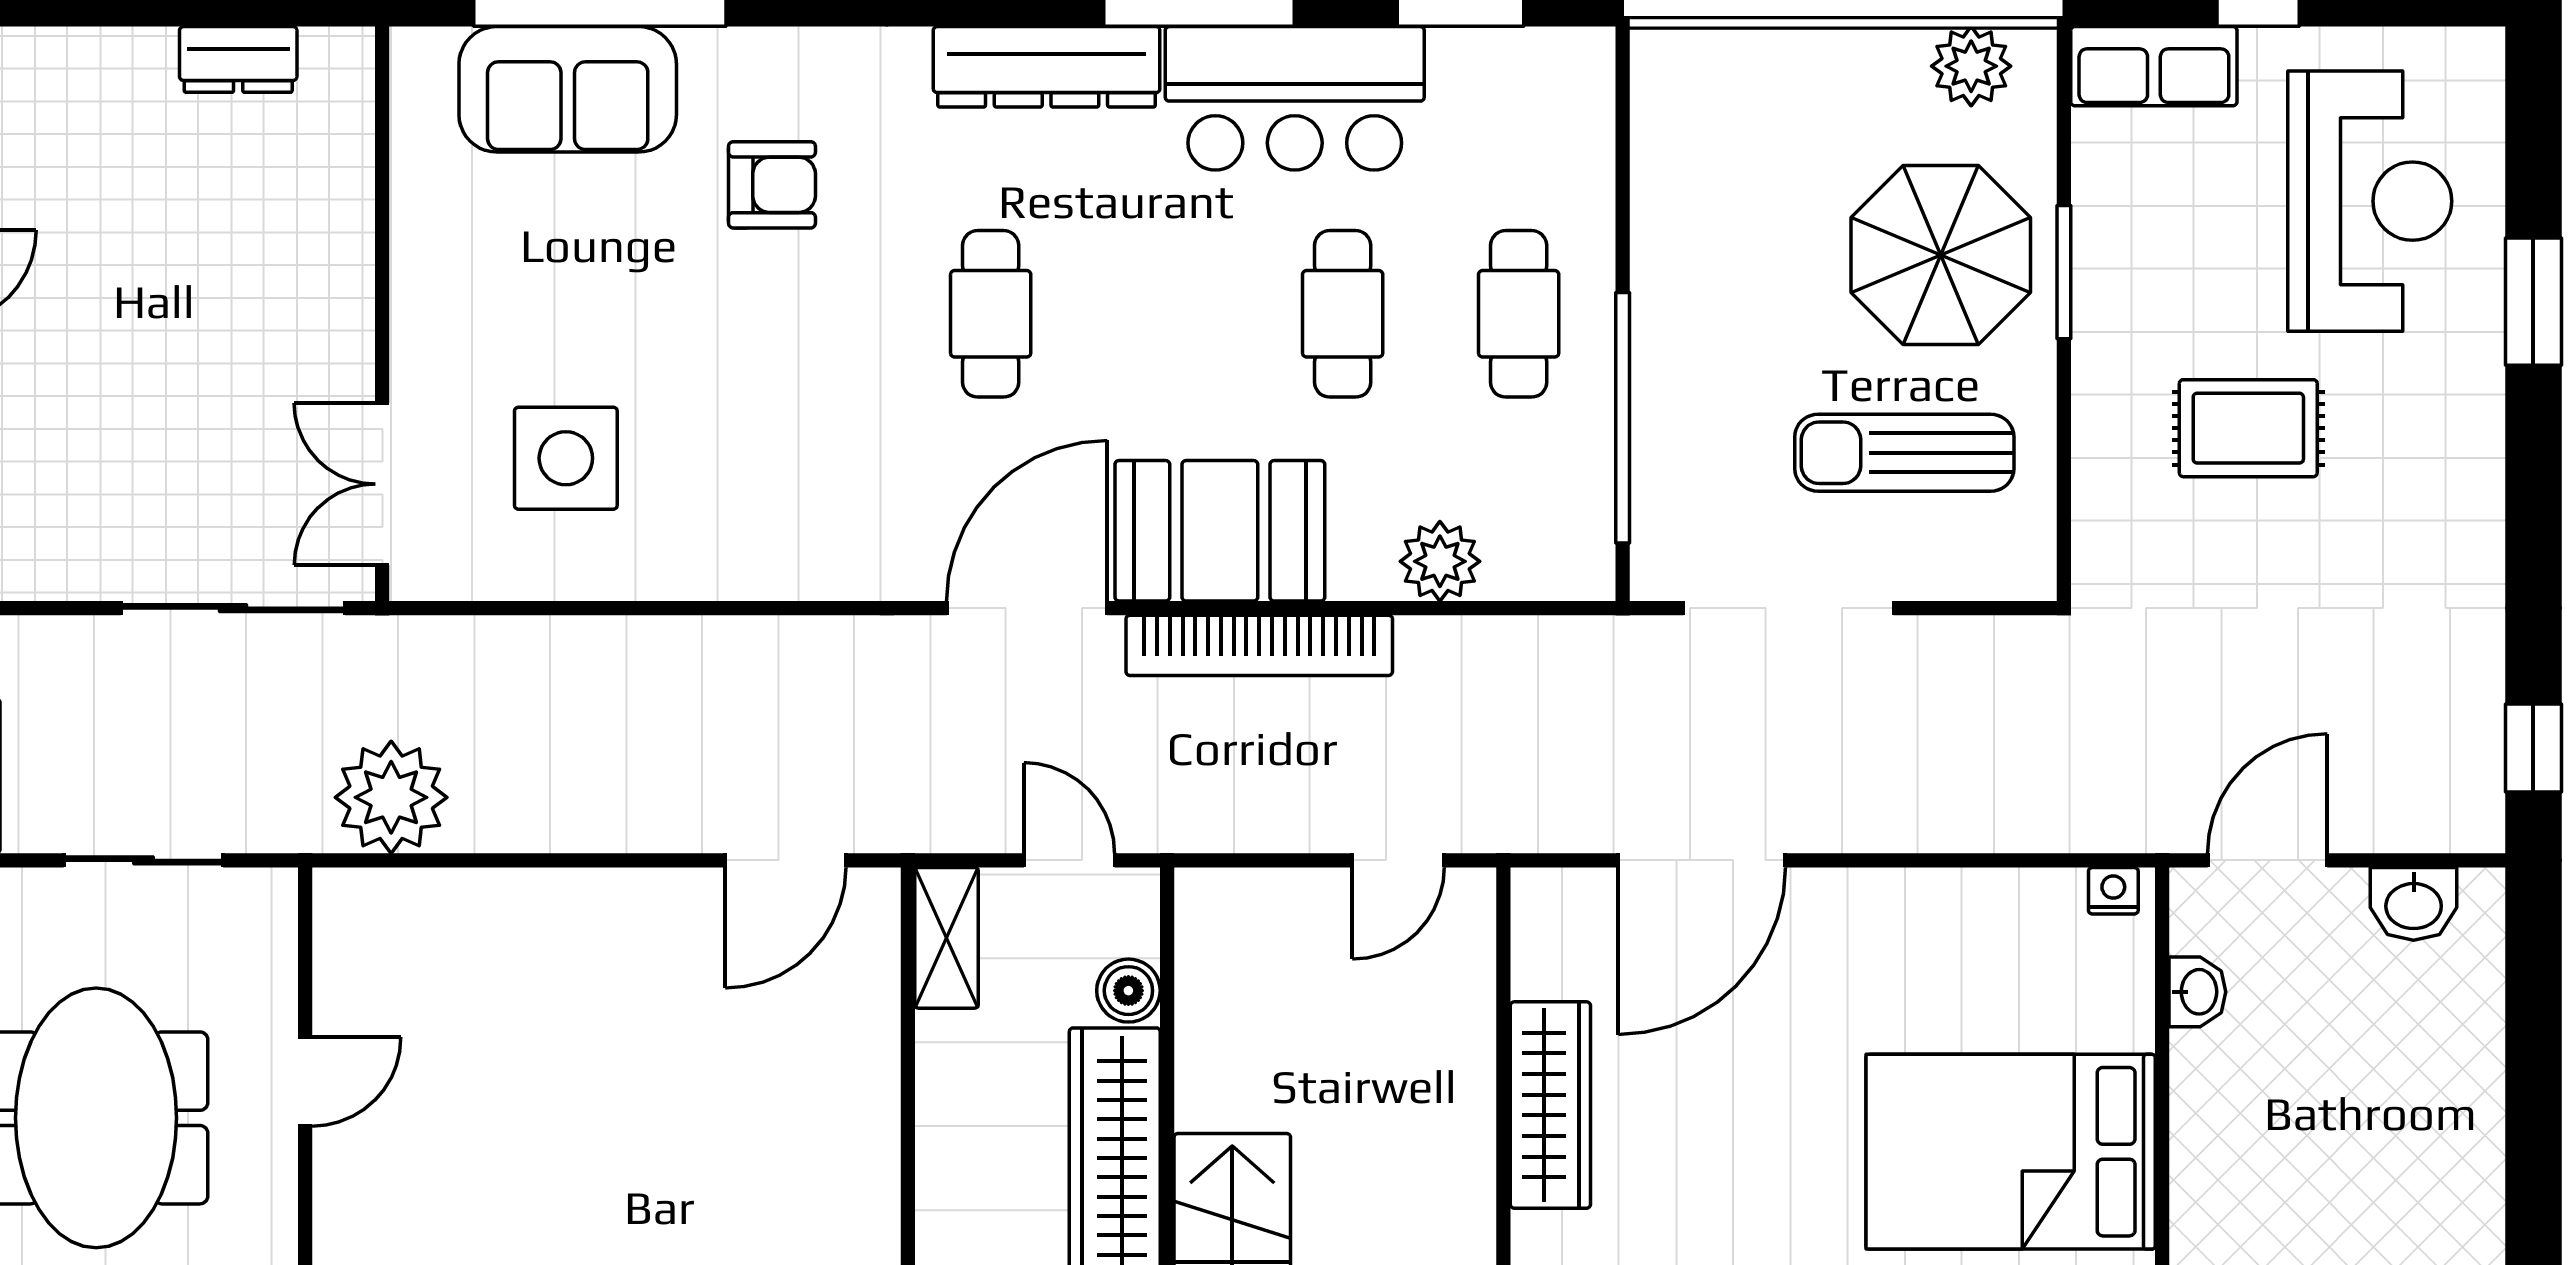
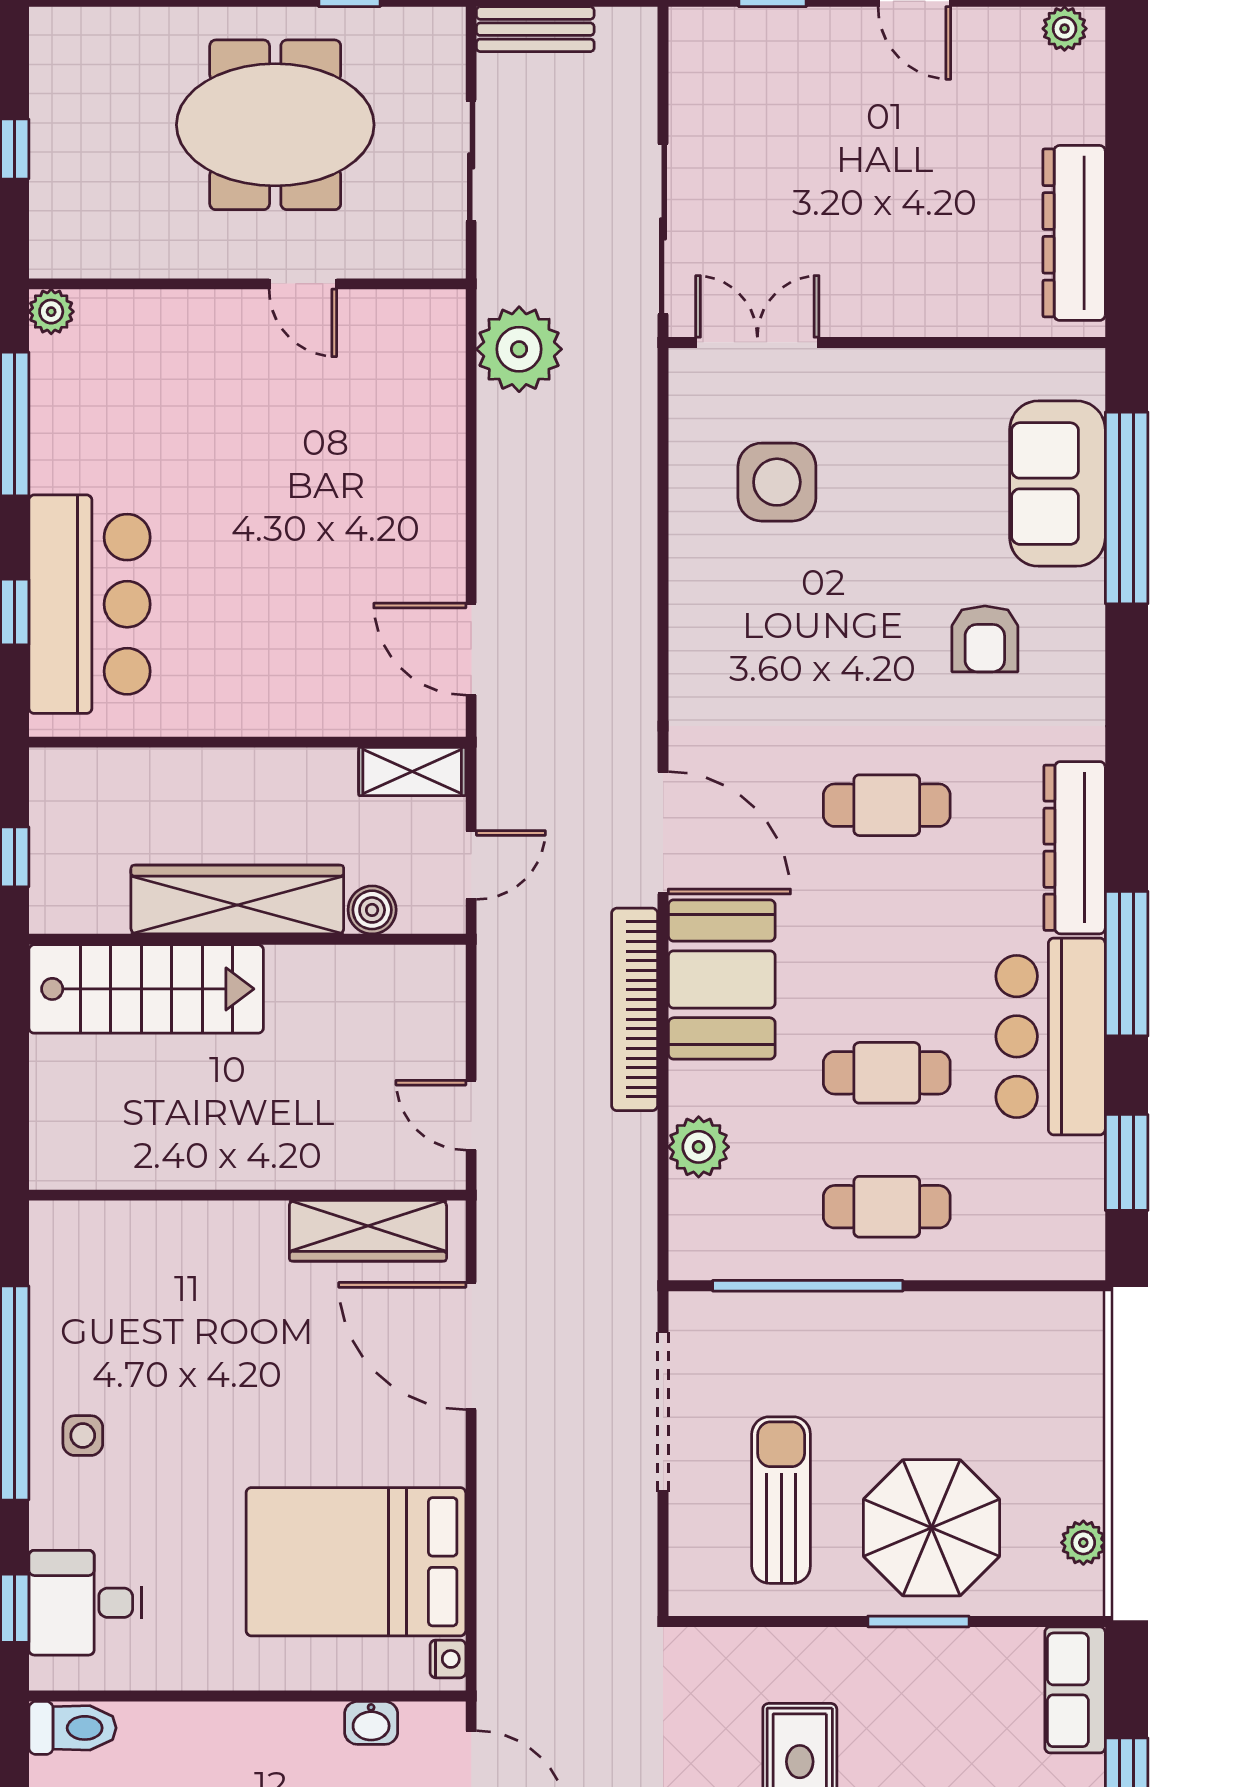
dresser: (238, 59) -> (1074, 233), width x1.96, depth x1.24
plant: (1971, 66) -> (1083, 1543), width x0.73, depth x0.73
wardrobe: (1550, 1105) -> (368, 1231), moved
bed: (2011, 1152) -> (356, 1562), moved, turned -90

